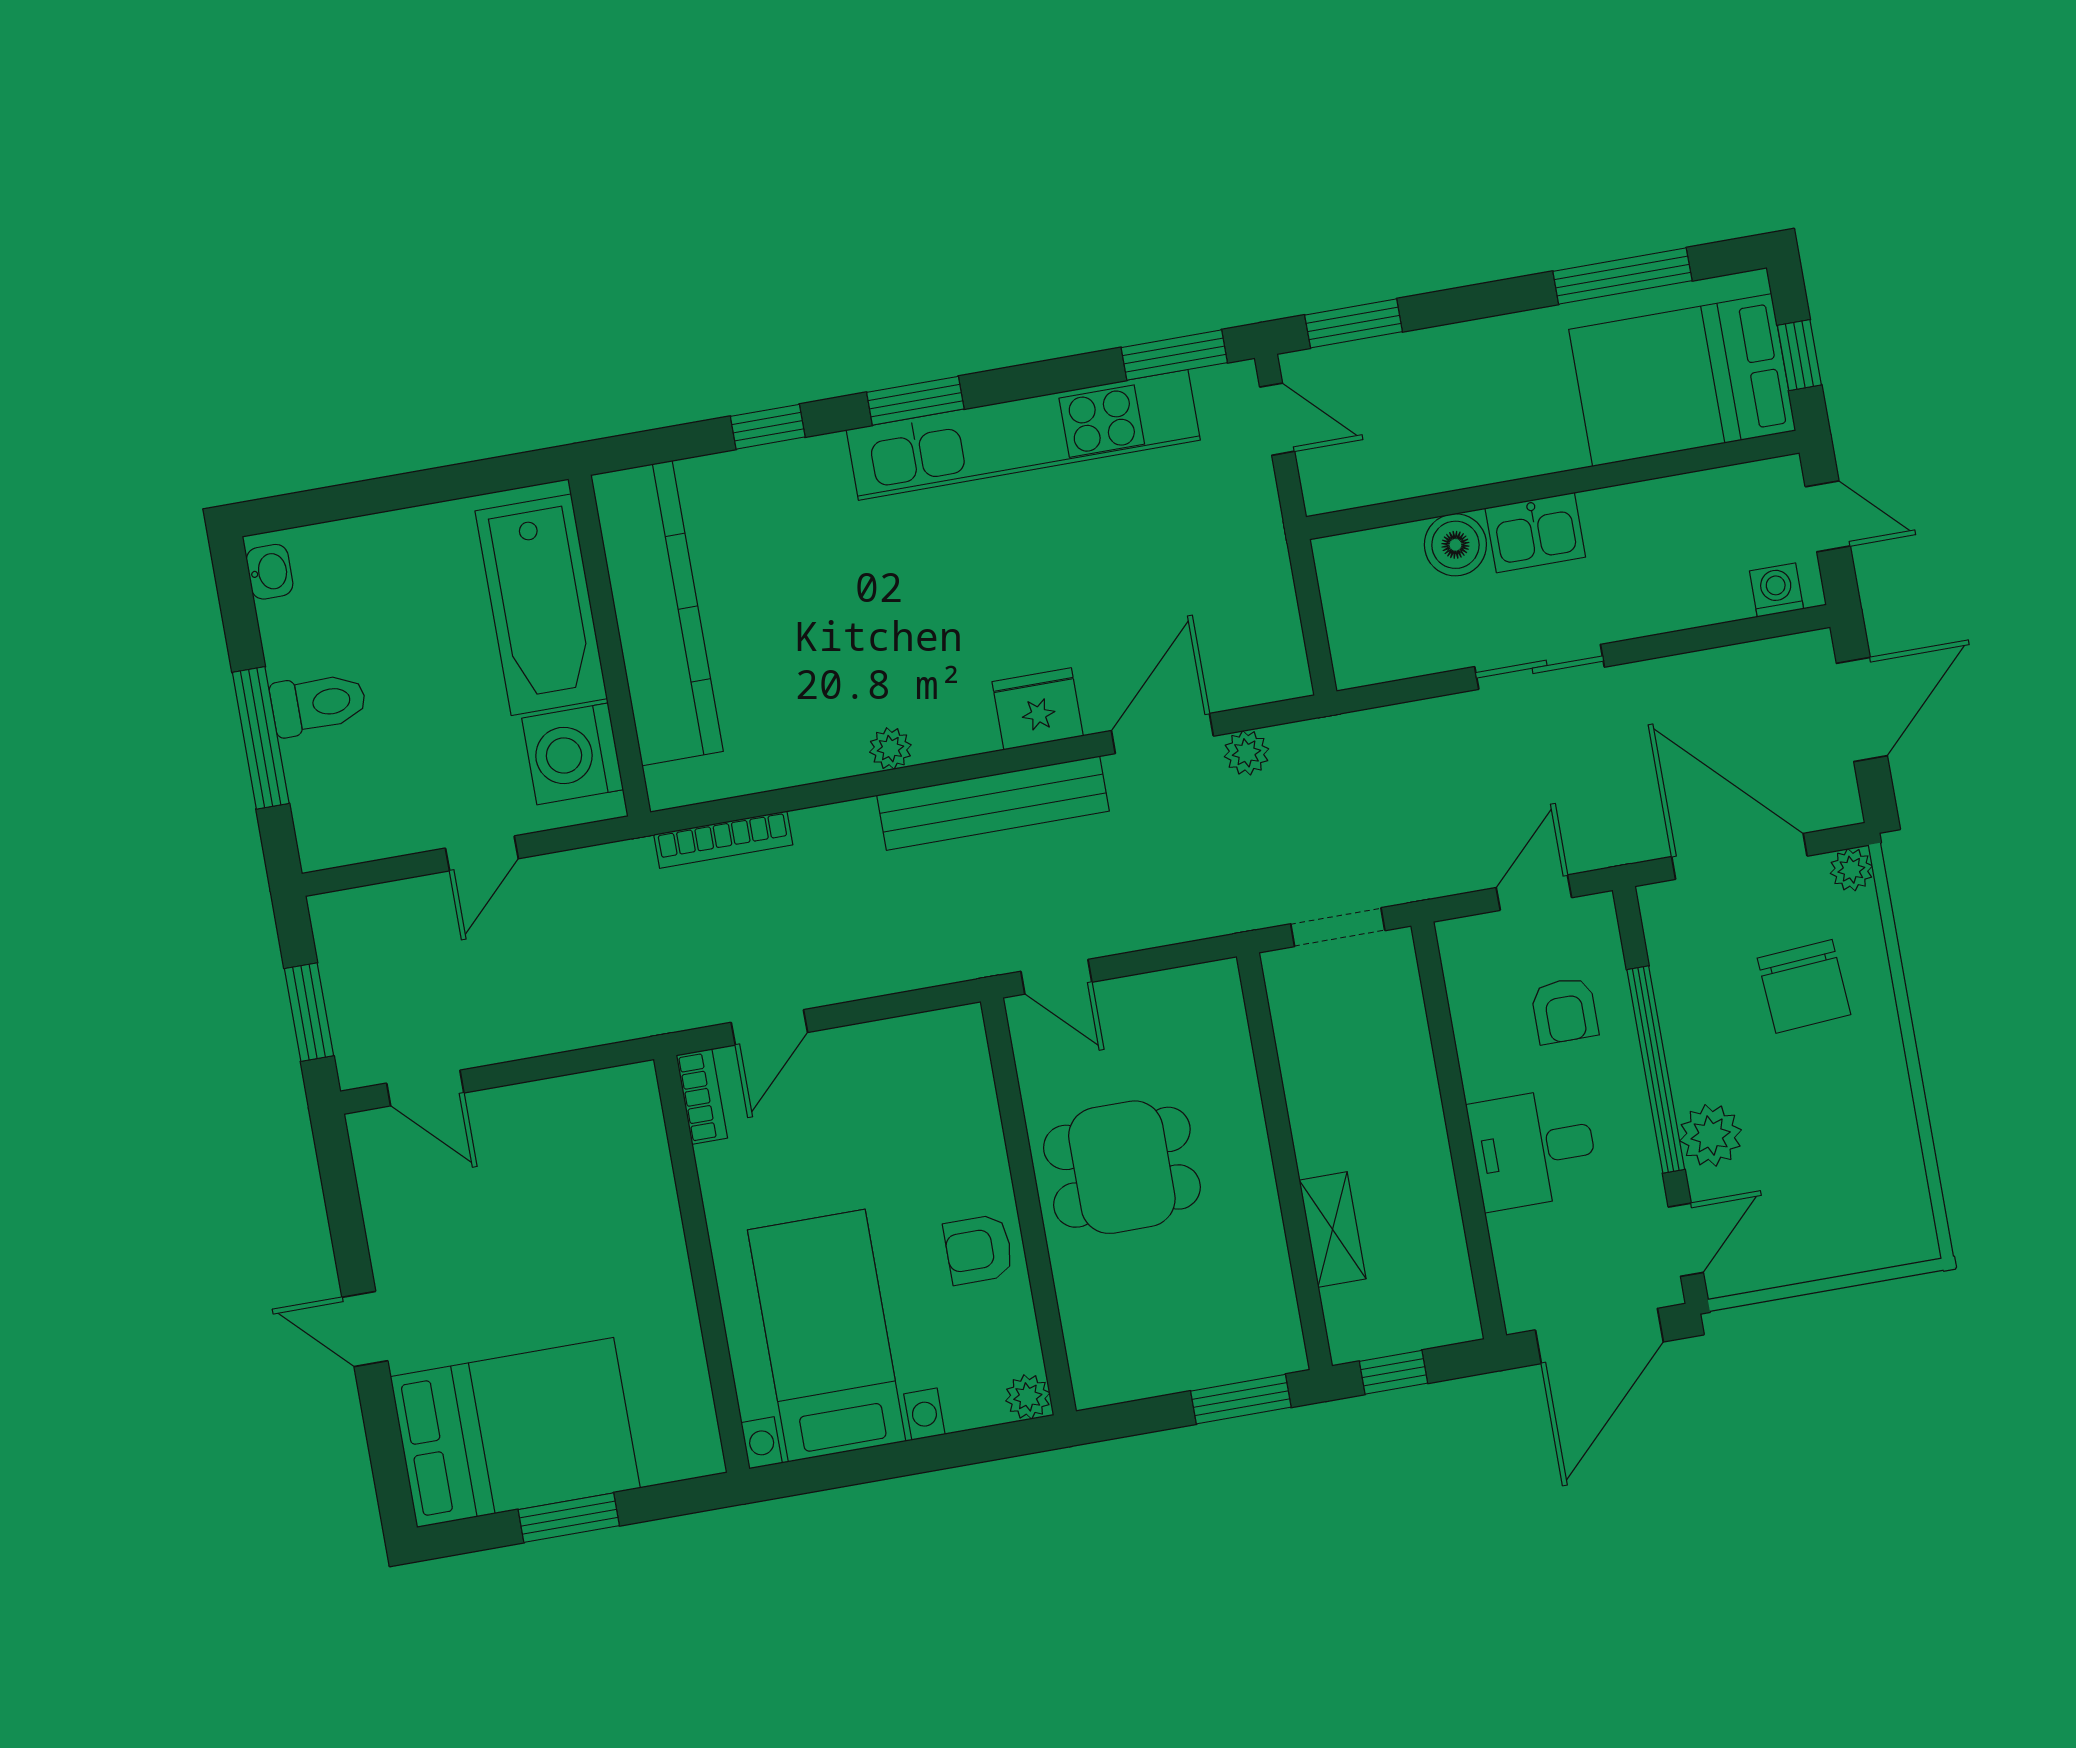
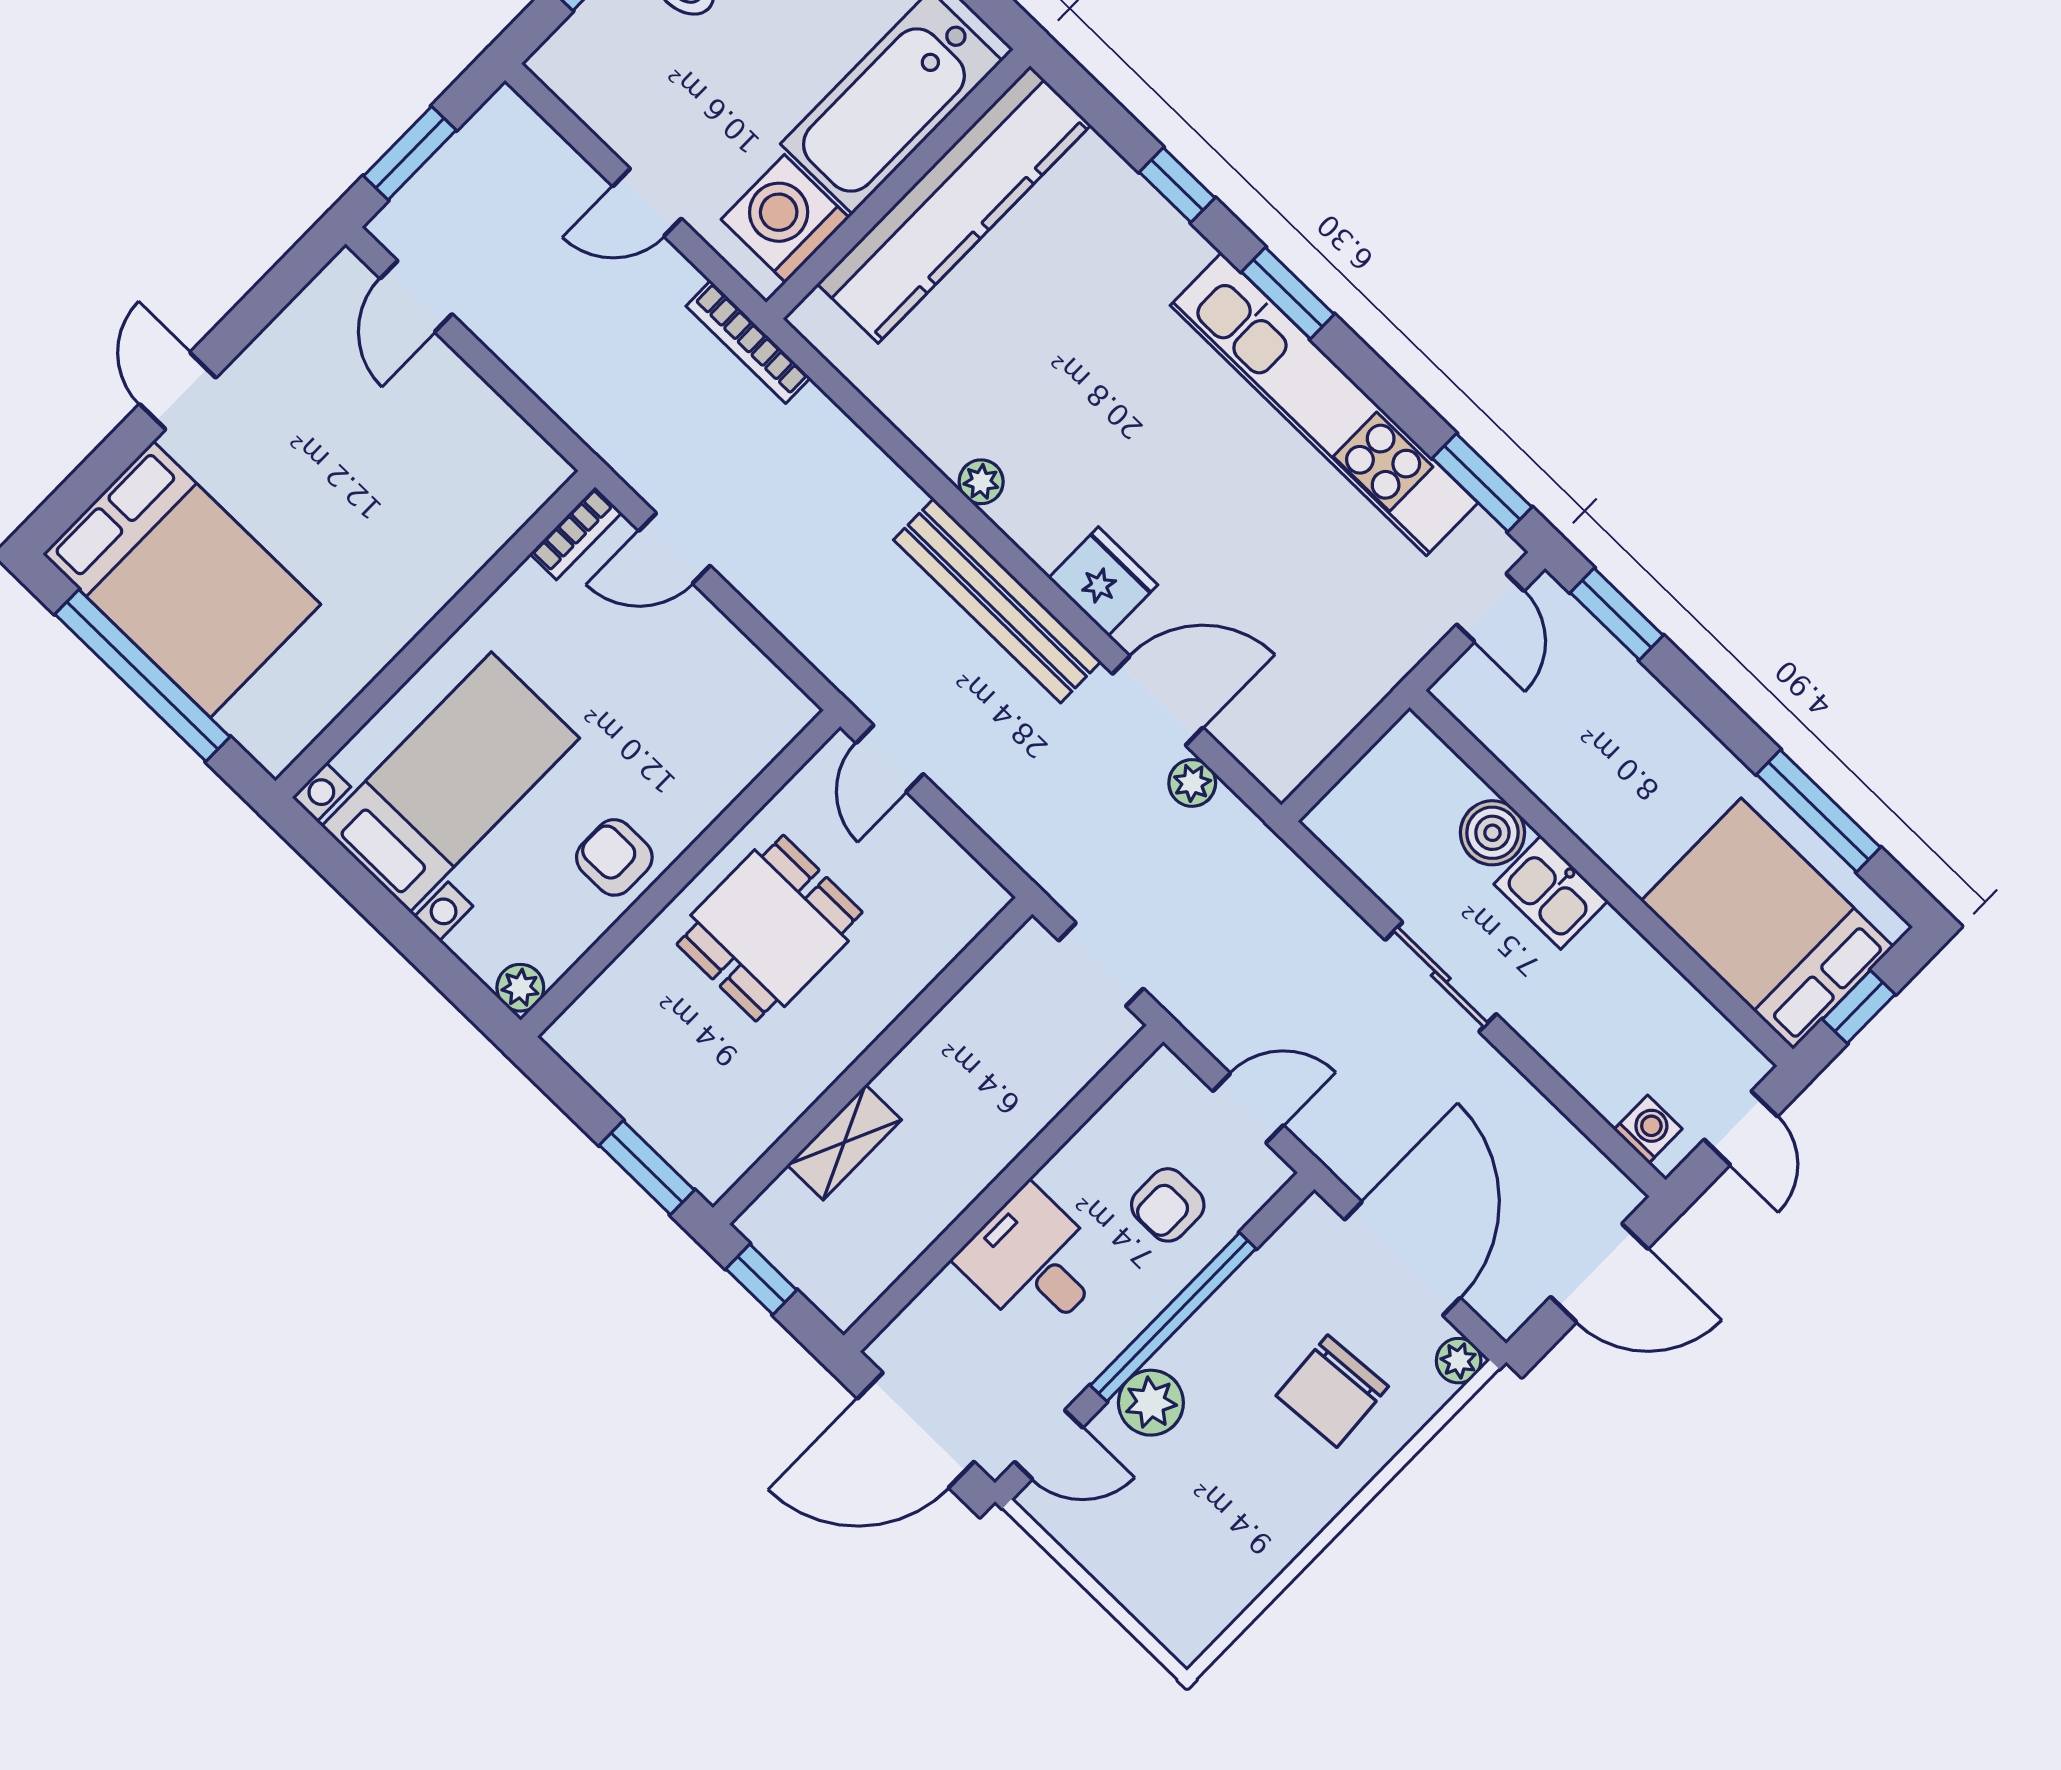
bookcase: (723, 840) -> (748, 342), moved
dining table: (1122, 1167) -> (770, 928), turned 90
window: (569, 1518) -> (142, 675), width x2.11

